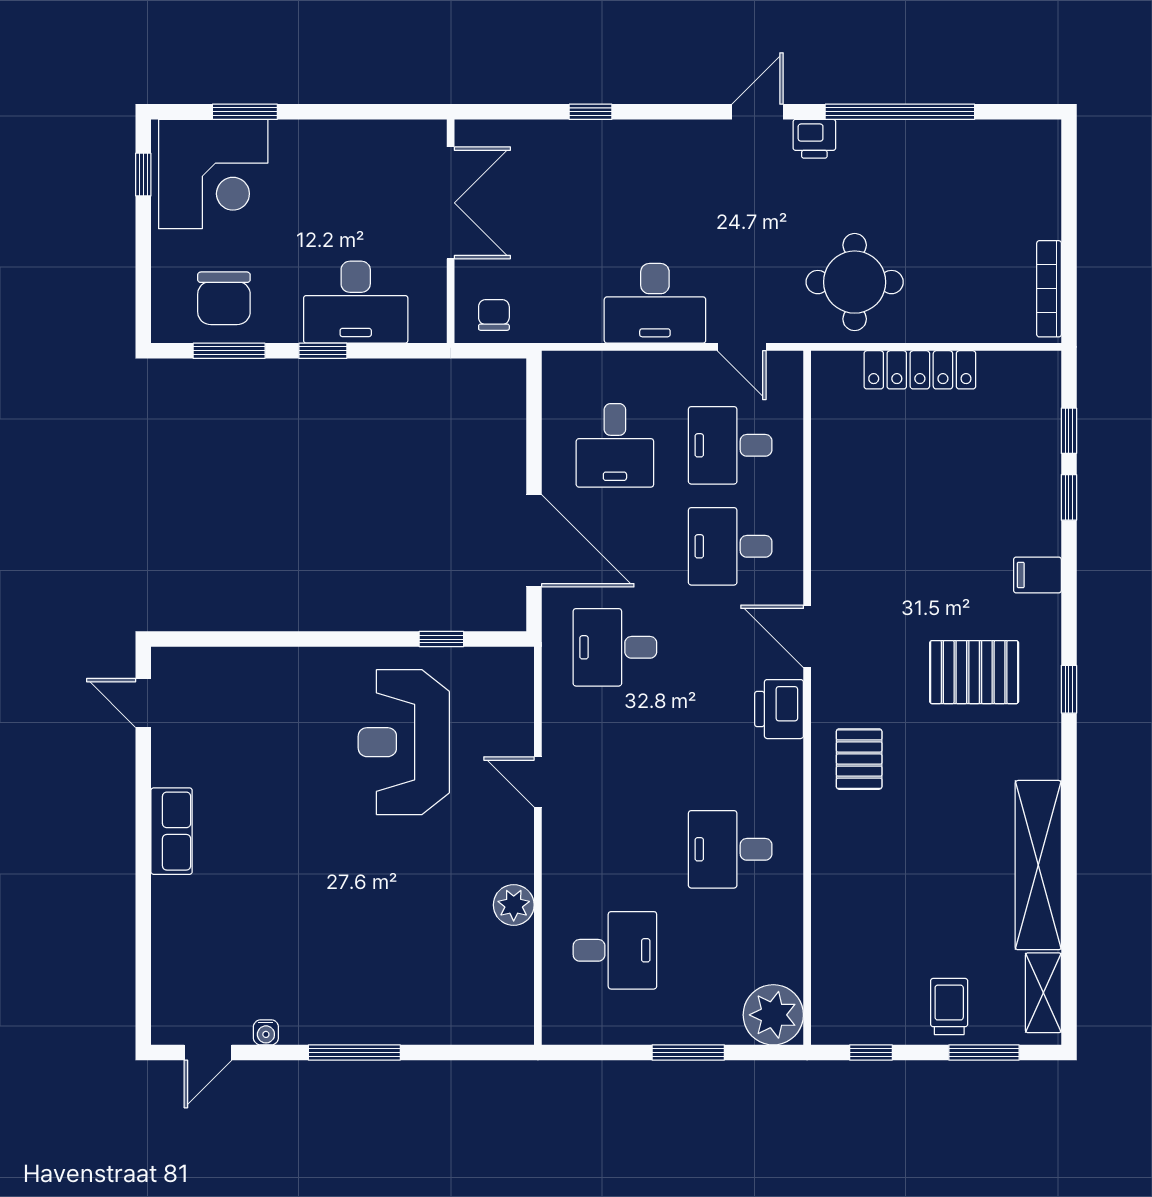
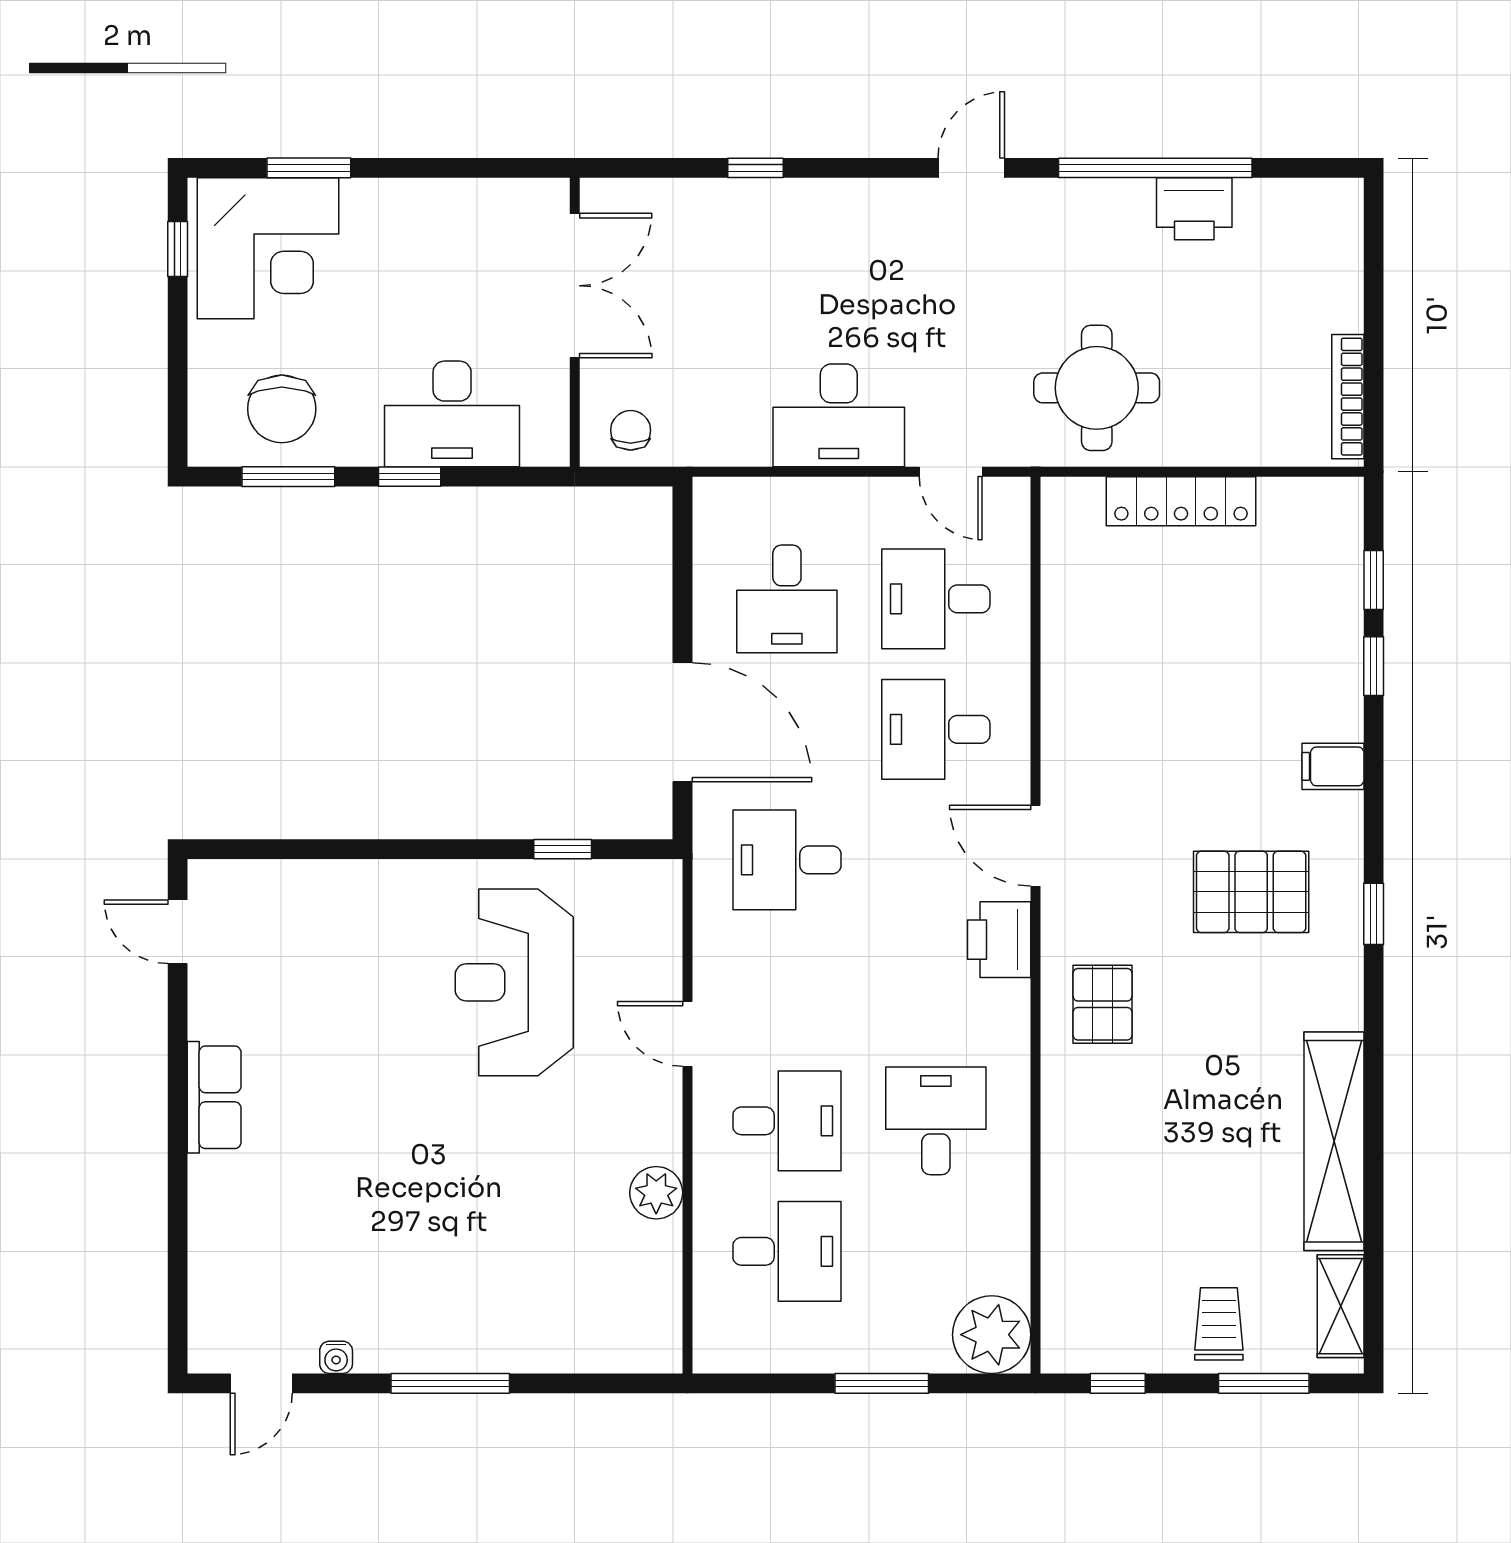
printer: (814, 139) -> (1194, 209), moved, width x1.36, depth x1.24
desk: (615, 849) -> (787, 1121), added
desk: (730, 849) -> (936, 1121), turned 90

